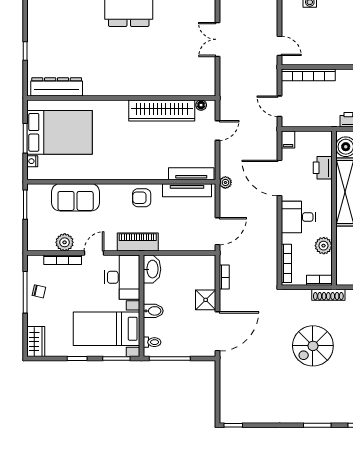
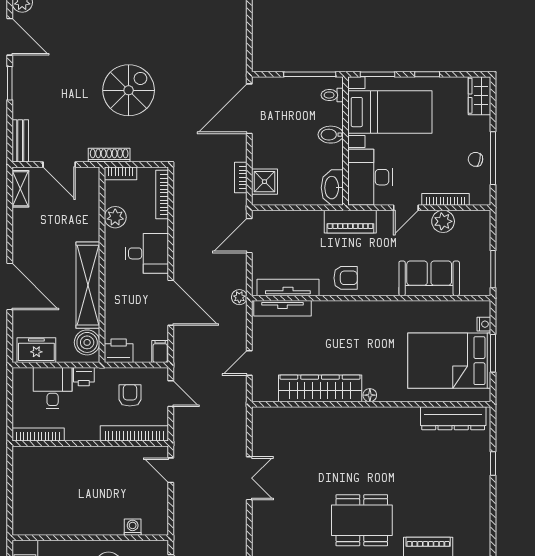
floor lamp: (201, 105) -> (370, 395), moved
armchair: (312, 105) -> (130, 395), added
printer: (323, 168) -> (119, 351), moved, turned -90
shower: (206, 300) -> (264, 182), moved

